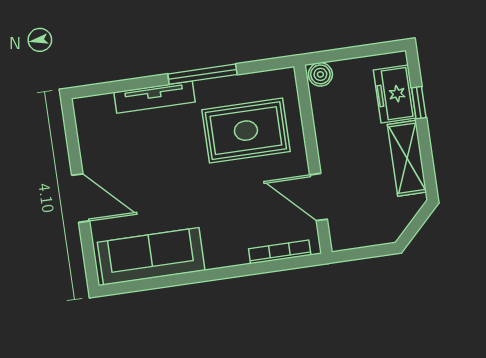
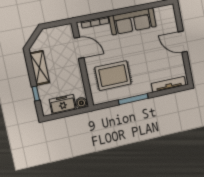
freezer: (395, 94) -> (63, 104), moved, turned -90
tv unit: (155, 97) -> (169, 84), moved
sofa: (151, 256) -> (133, 21), moved

